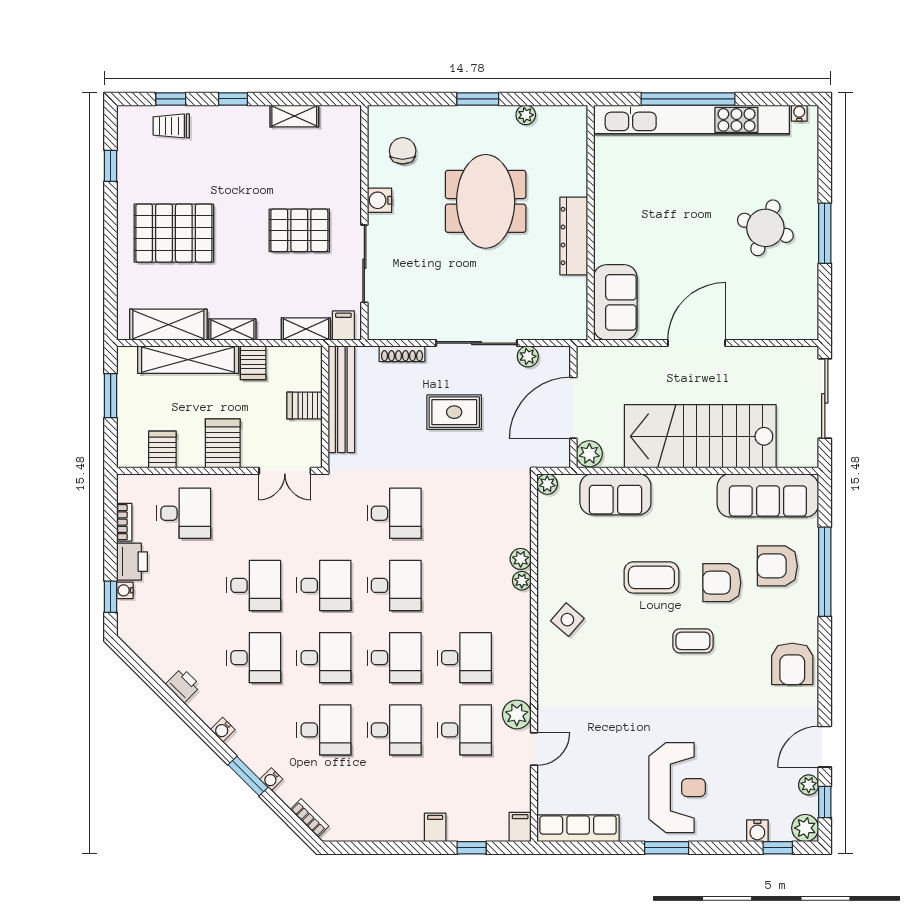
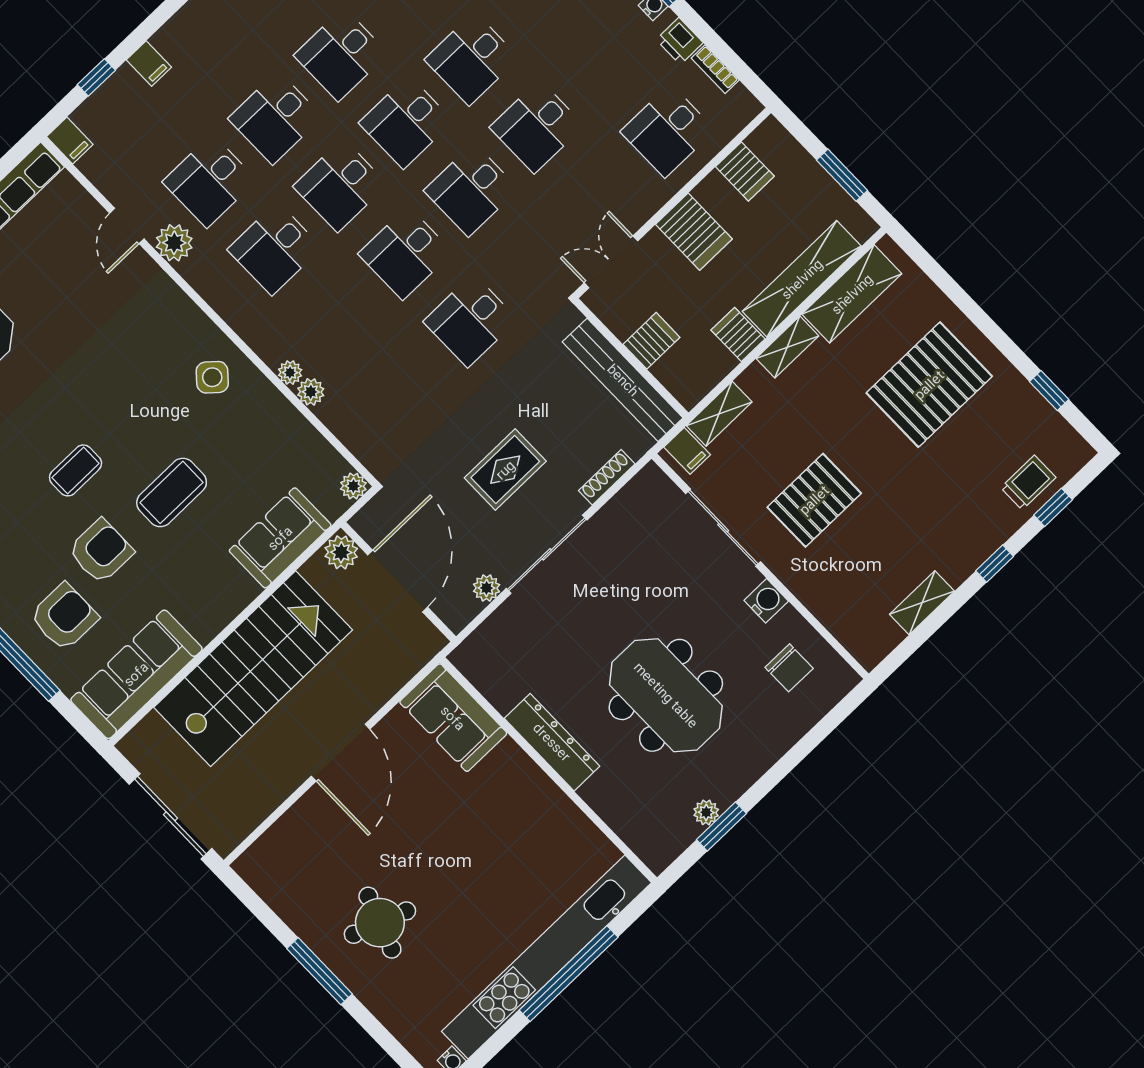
window: (478, 99) -> (721, 827), moved
printer: (132, 562) -> (680, 41), width x0.73, depth x0.81

